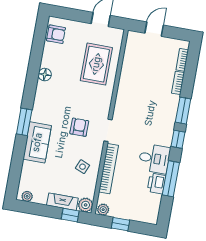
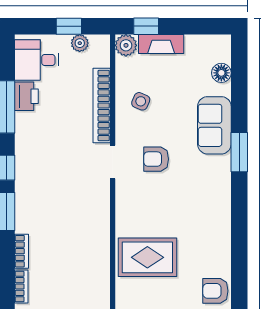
rug: (96, 64) -> (147, 257), turned 90
floor lamp: (45, 75) -> (221, 73), moved
armchair: (79, 127) -> (156, 159), turned 90
desk: (154, 159) -> (37, 60), moved
plant: (27, 196) -> (215, 42), removed
plant: (103, 210) -> (80, 43), moved

